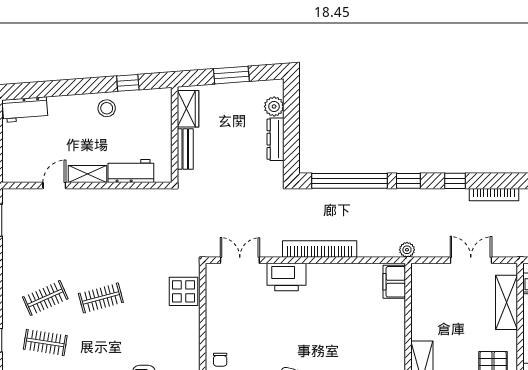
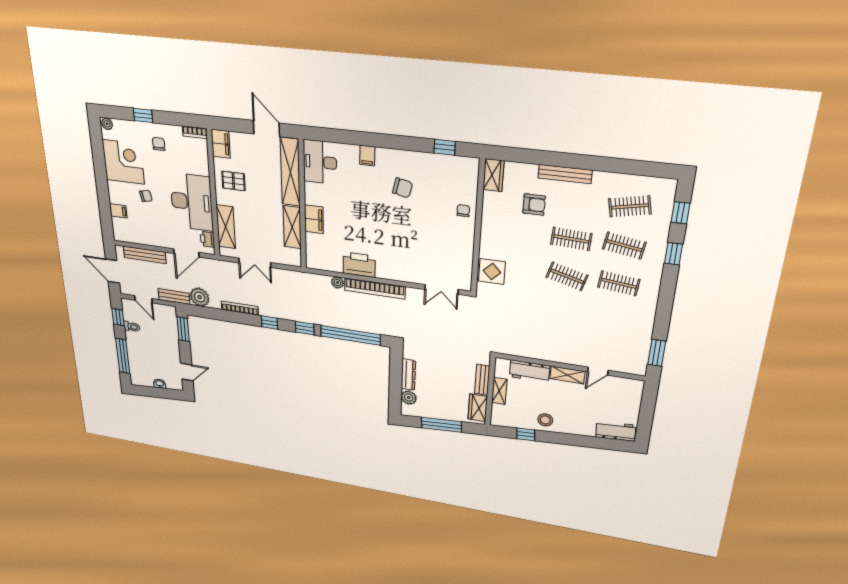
window: (231, 75) -> (441, 425), width x1.44
shelving: (164, 138) -> (499, 391), added
plant: (407, 250) -> (337, 282), moved
printer: (287, 277) -> (359, 265), moved
filing cabinet: (394, 282) -> (314, 219), moved
clothes rail: (45, 298) -> (619, 283), turned 30
clothes rail: (101, 298) -> (567, 276), turned 30
shelving: (421, 313) -> (292, 227), added
clothes rail: (101, 342) -> (571, 239), added

